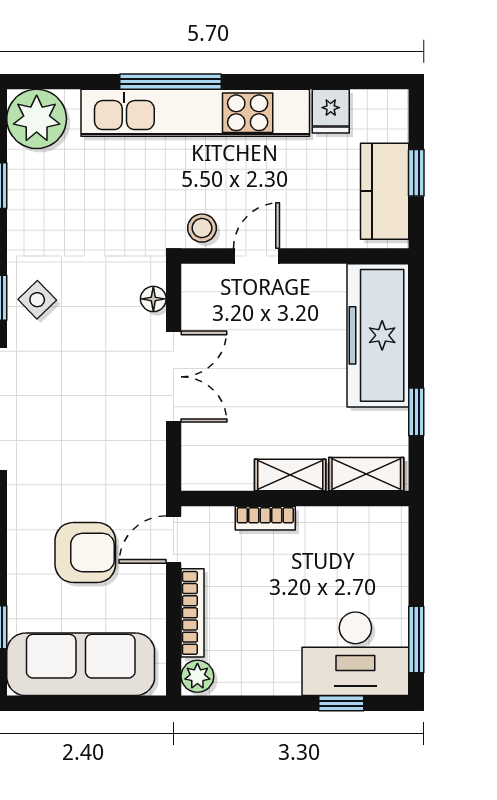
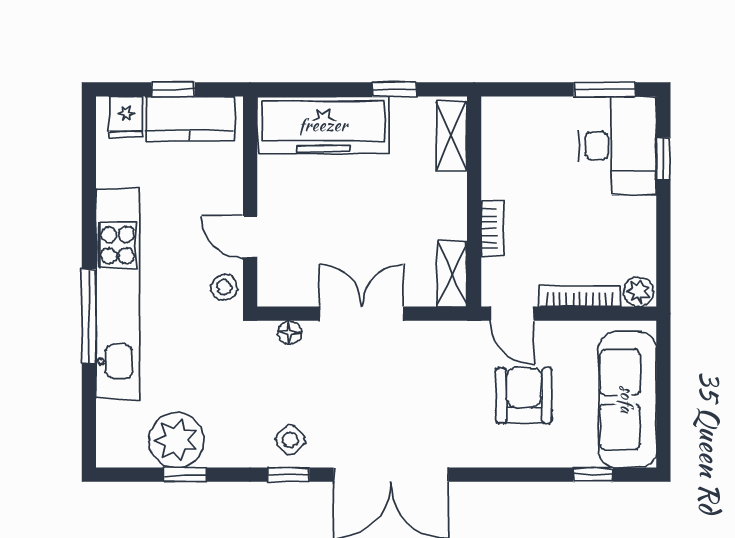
fridge: (331, 111) -> (126, 117), moved, turned 90
plant: (37, 119) -> (176, 440), moved
shelving: (290, 475) -> (452, 274), moved

